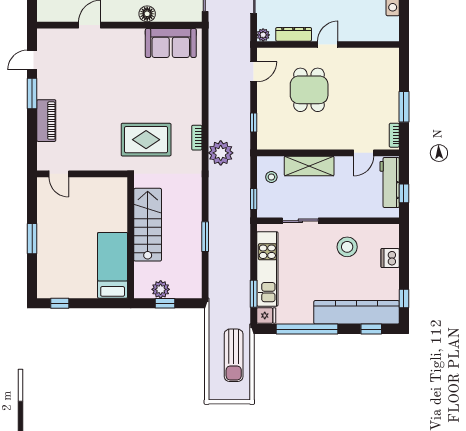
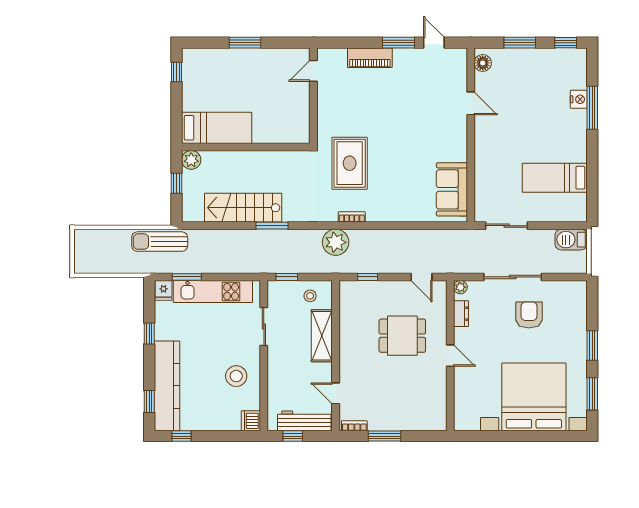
floor lamp: (147, 14) -> (483, 63), moved
dresser: (294, 34) -> (461, 314), width x0.70
stairs: (148, 225) -> (243, 208), moved, turned 180
window: (205, 237) -> (272, 226), moved
dishwasher: (390, 258) -> (251, 421), moved, turned -90
plant: (161, 289) -> (191, 160), moved
window: (307, 329) -> (149, 334), width x0.32
sun lounger: (234, 355) -> (160, 242), moved

